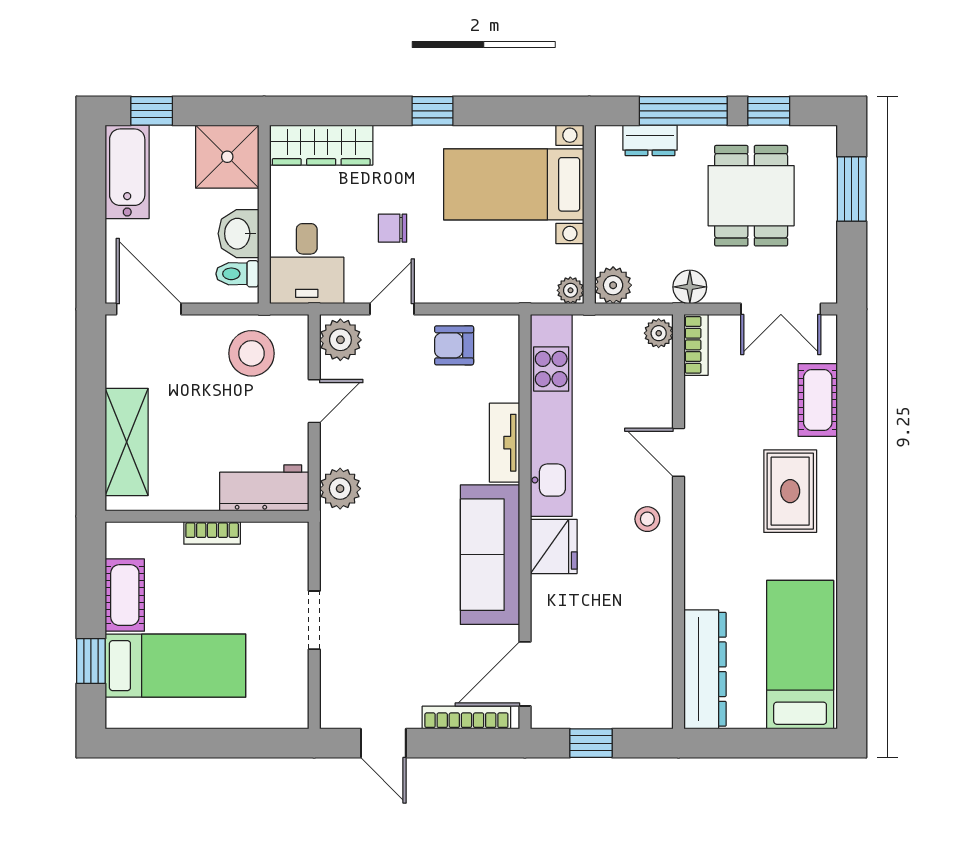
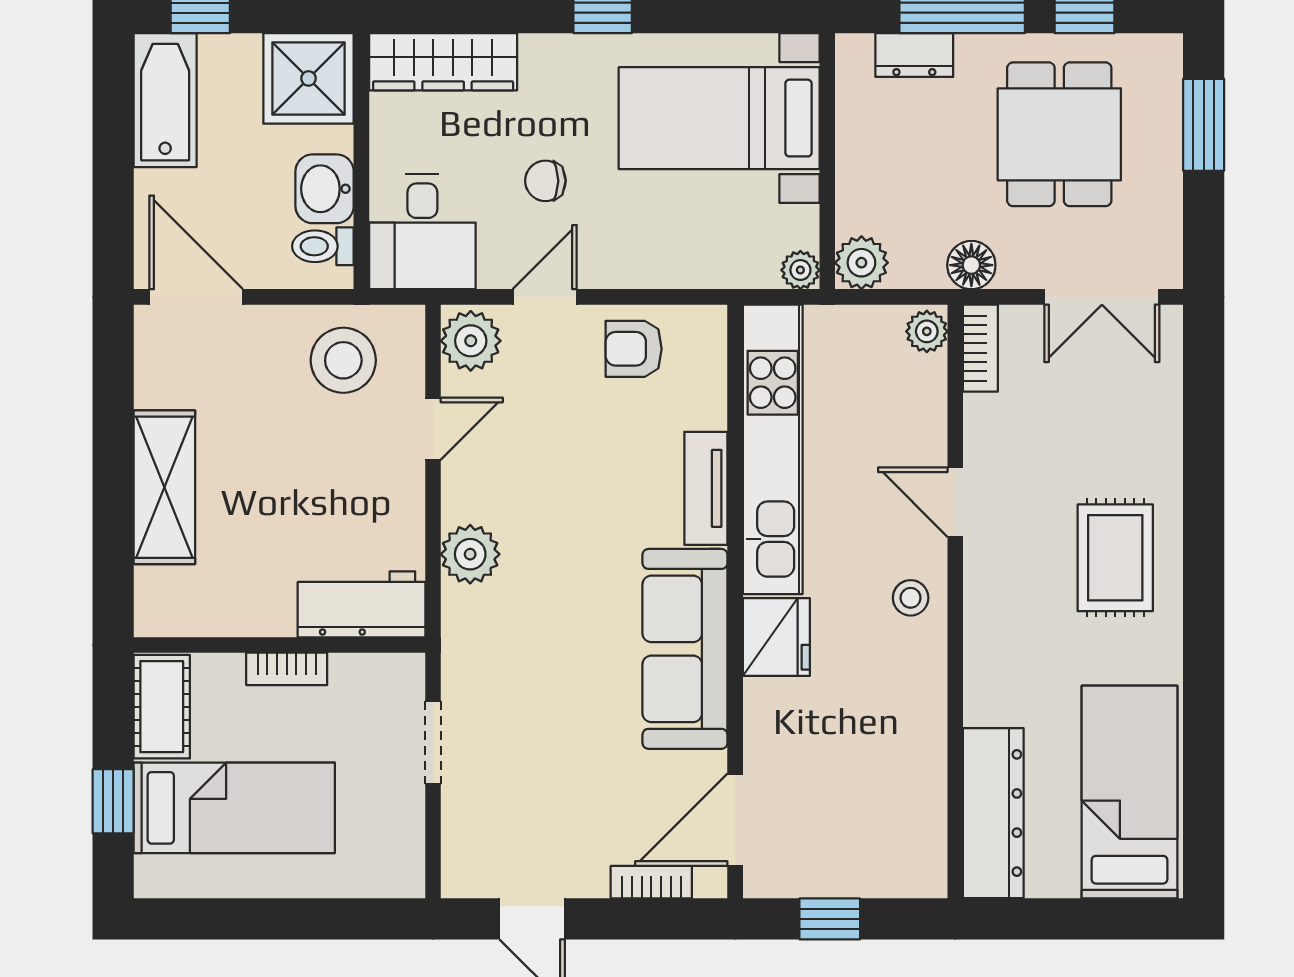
cot: (818, 400) -> (1155, 427), removed
workbench: (264, 488) -> (362, 604), moved
wall: (207, 516) -> (279, 645), moved
bookcase: (212, 533) -> (287, 669), moved
bookcase: (466, 717) -> (651, 882), width x0.64

